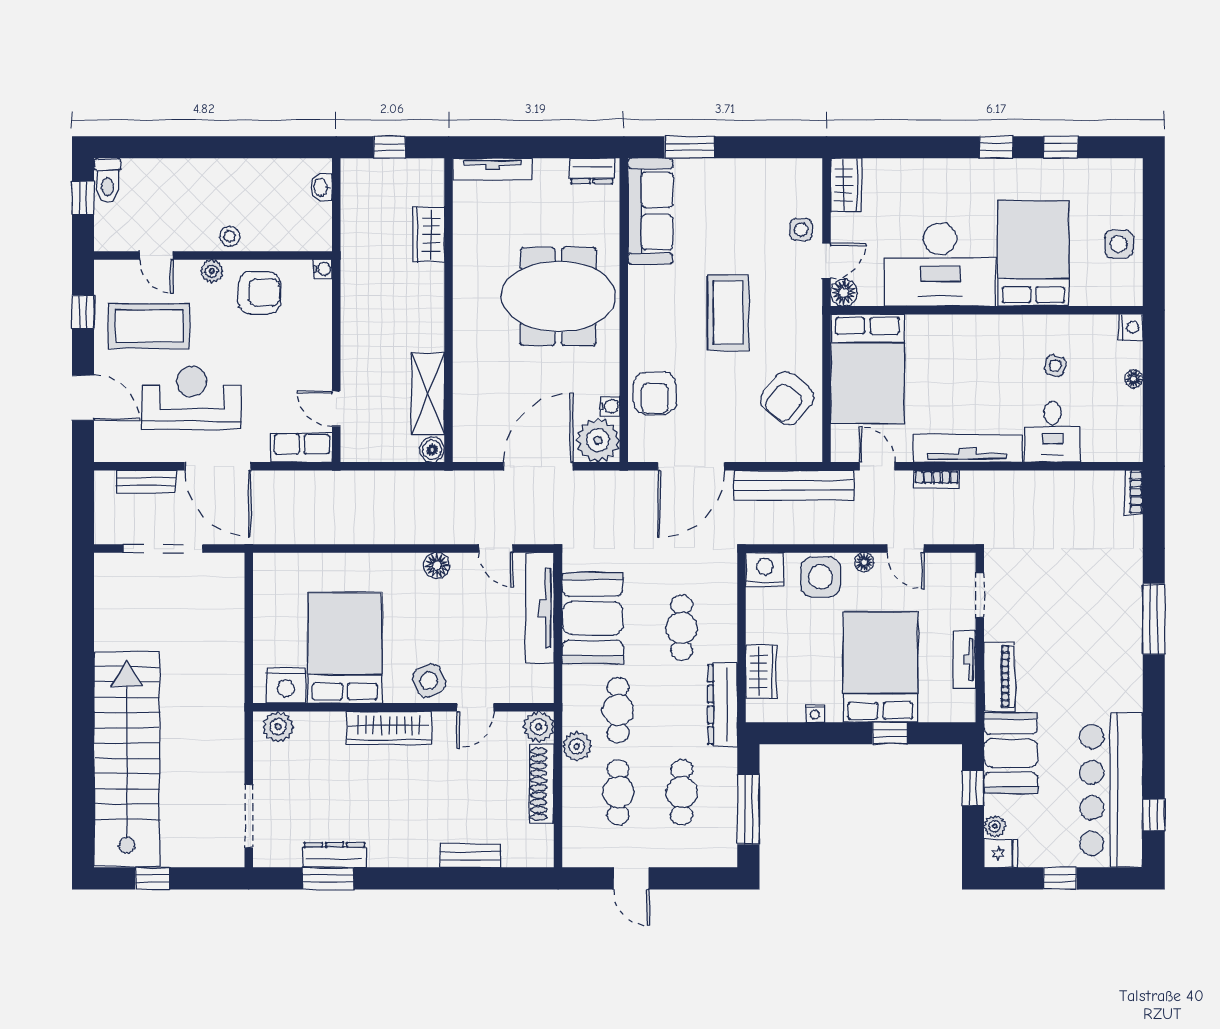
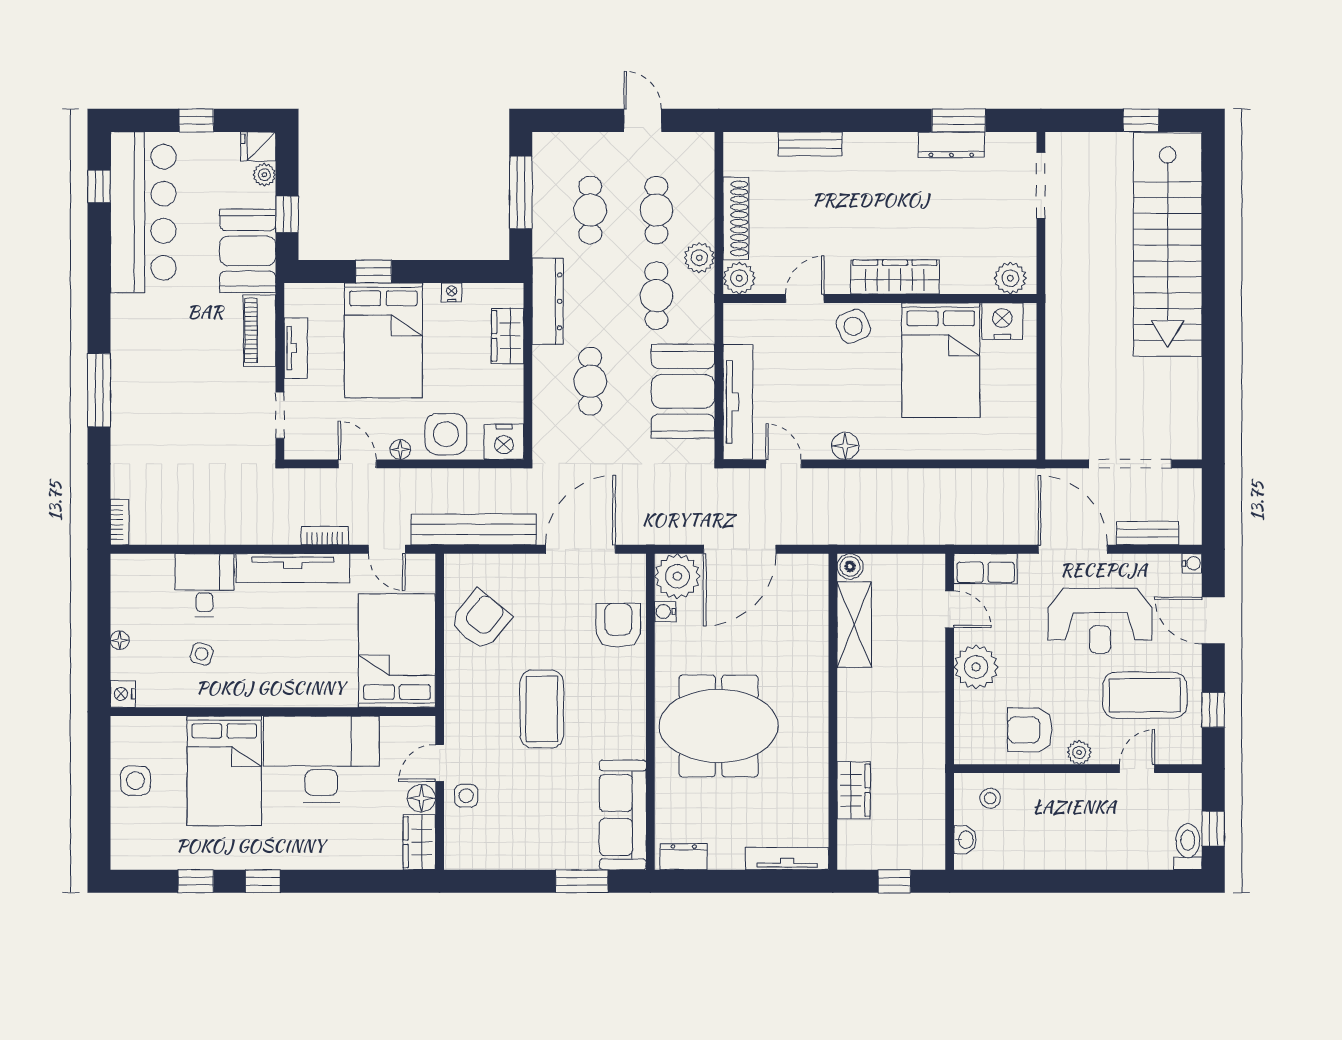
stool: (230, 236) -> (990, 798), moved
door: (156, 255) -> (1137, 769), hinge flipped
water cooler: (323, 269) -> (1192, 563), moved, turned 180
floor lamp: (844, 293) -> (421, 798), moved
plant: (311, 353) -> (976, 667), added

